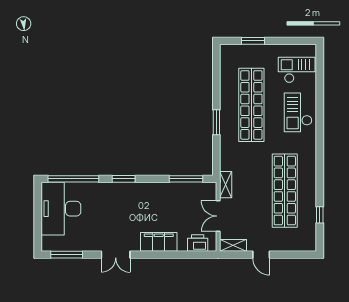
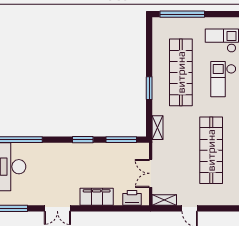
window: (253, 41) -> (182, 14), width x2.11
window: (124, 179) -> (83, 140), moved
shelving: (226, 185) -> (157, 128), moved

